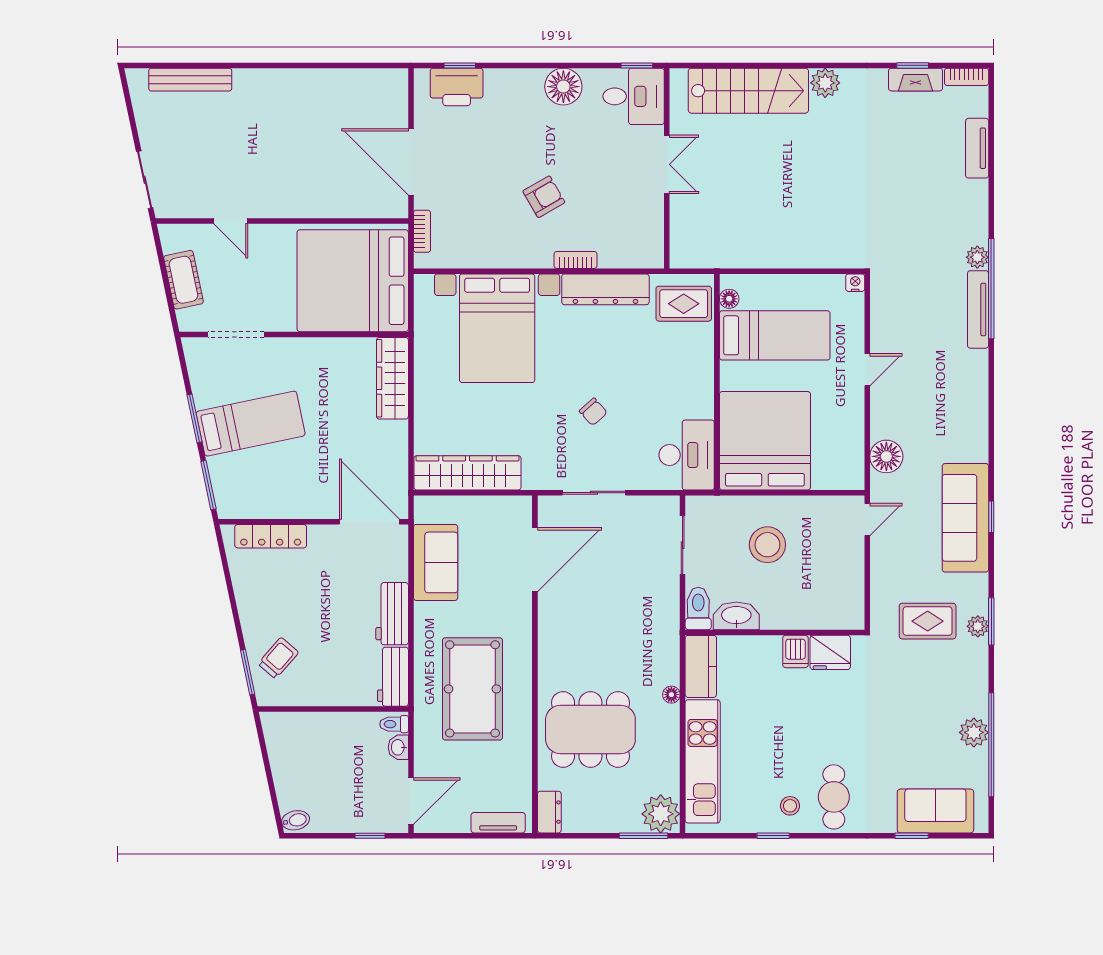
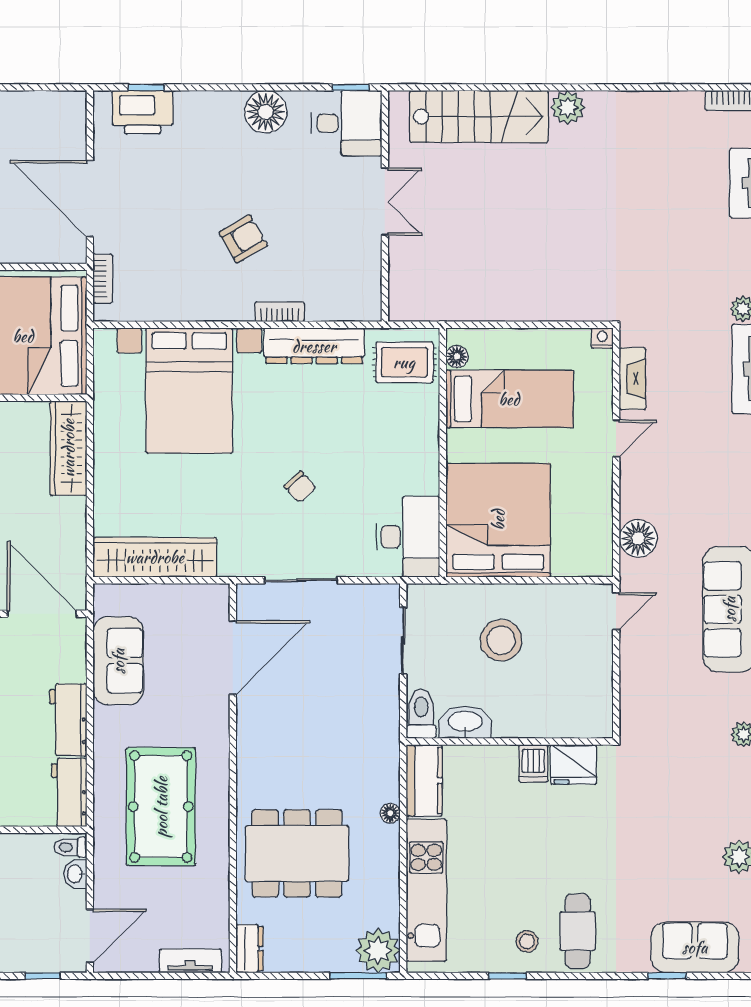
window: (913, 65) -> (669, 87), removed
fireplace: (916, 80) -> (632, 379), moved, turned -90
rug: (928, 621) -> (686, 728), removed

